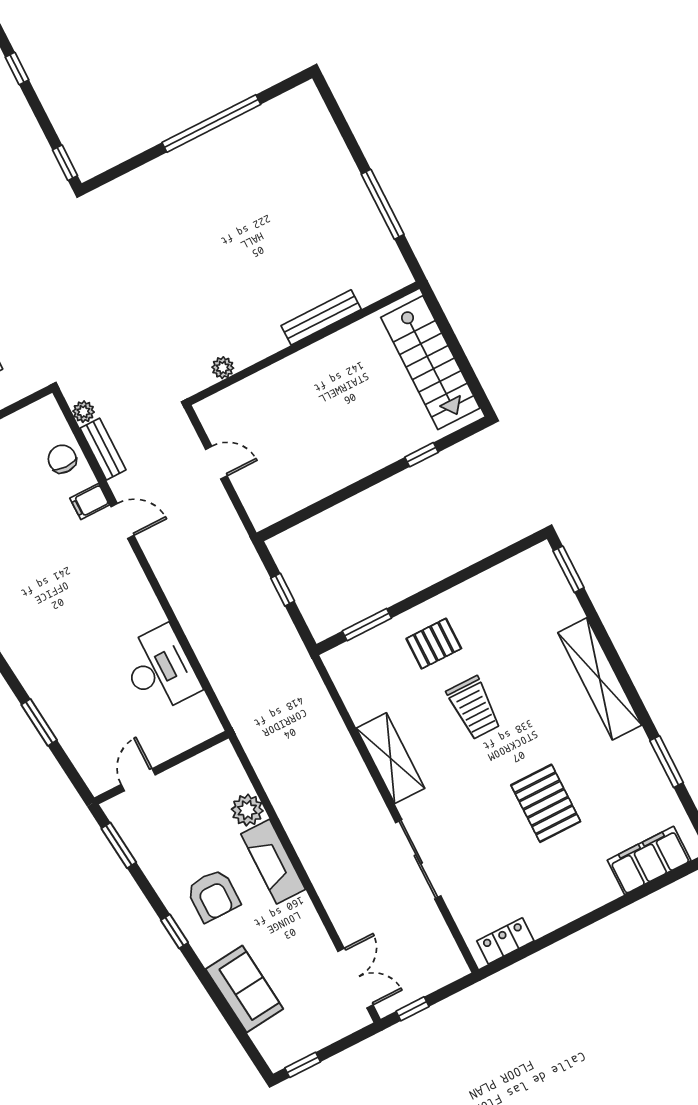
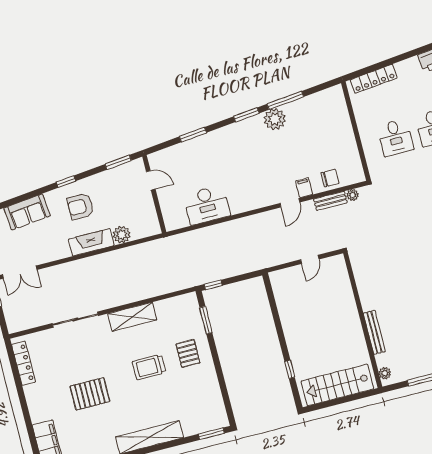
plant: (223, 368) -> (385, 373), moved
window: (283, 590) -> (213, 285), moved
locker: (505, 941) -> (23, 363), width x1.53

